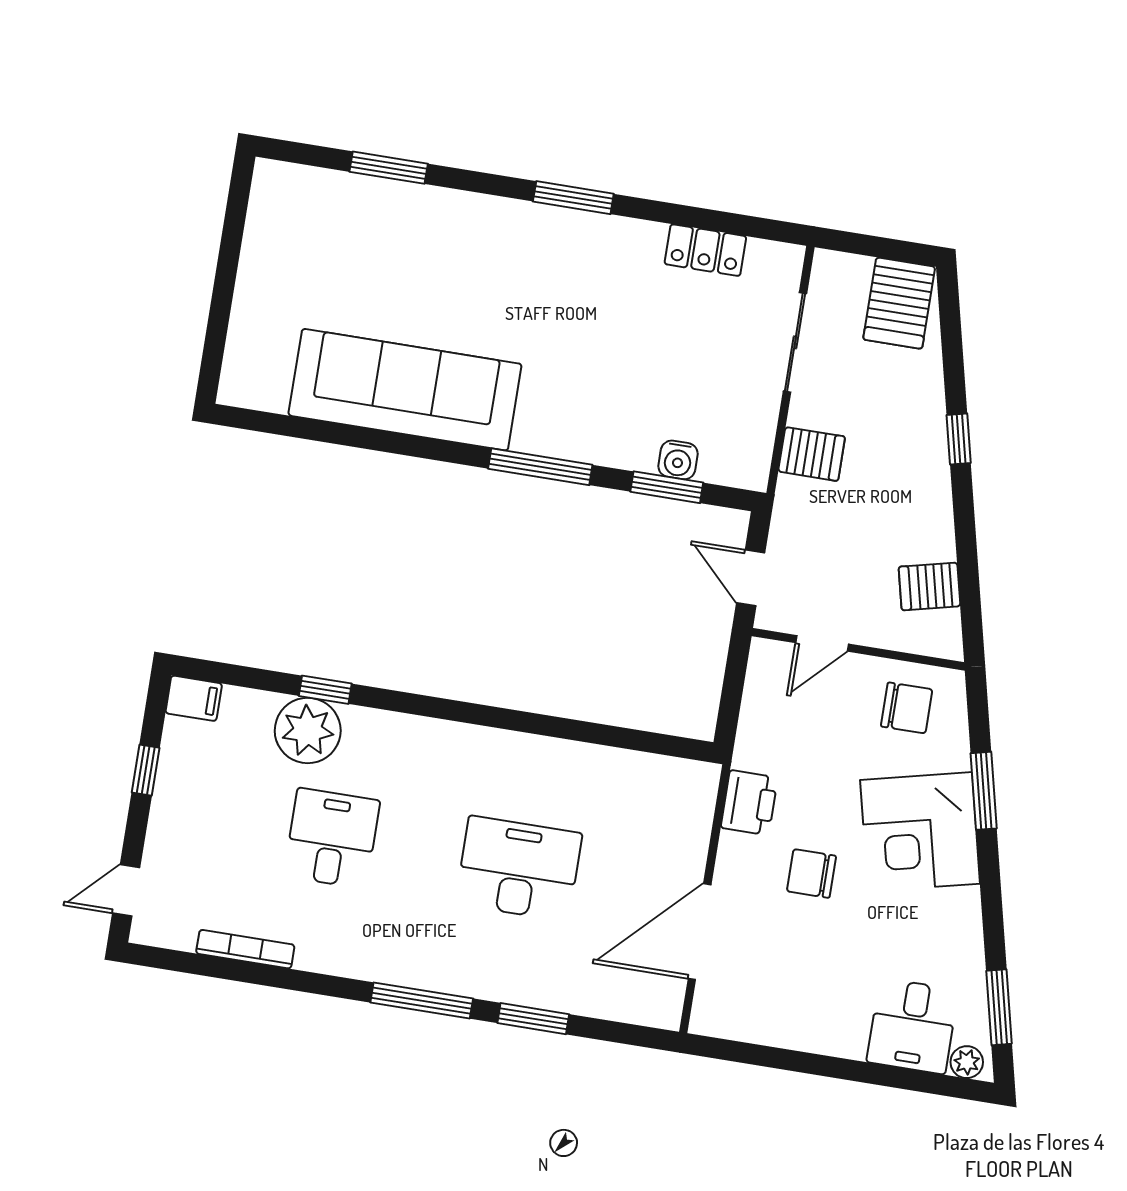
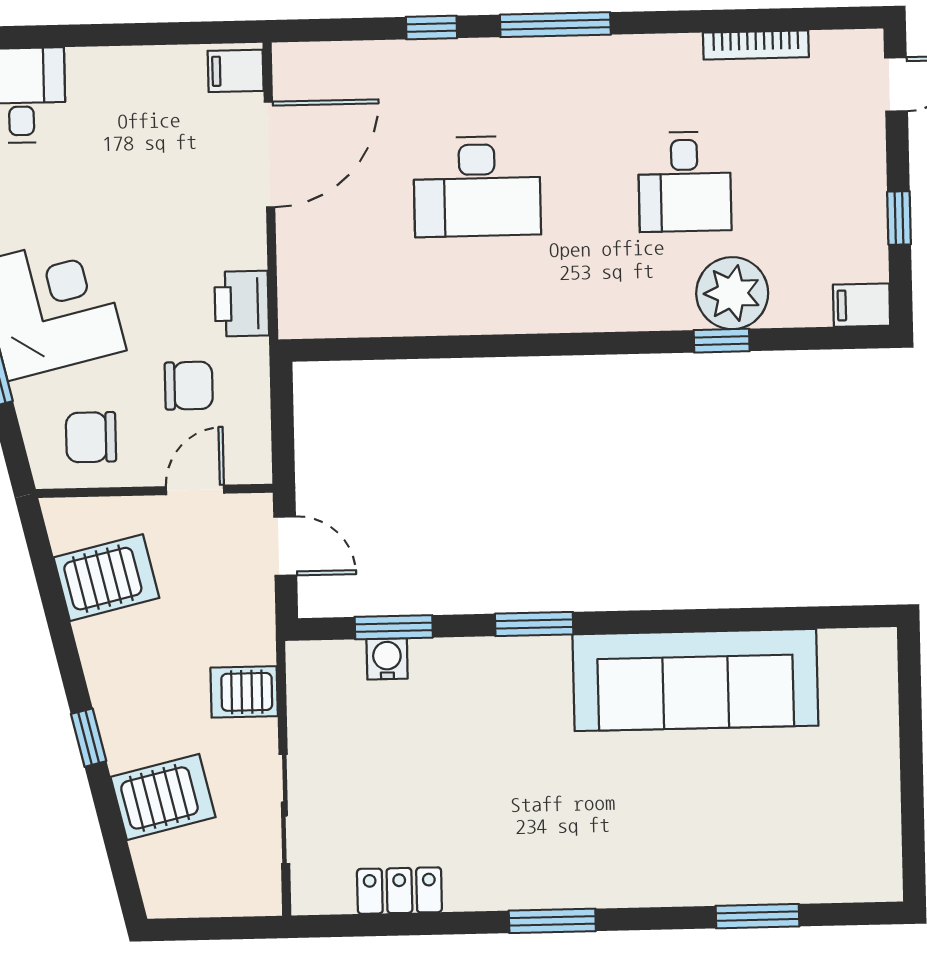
server rack: (899, 303) -> (163, 797), moved, turned 77
window: (540, 467) -> (534, 624), width x0.69
server rack: (930, 586) -> (106, 578), width x1.36, depth x1.44
chair: (811, 874) -> (189, 386), moved
filing cabinet: (716, 1012) -> (236, 71), added
window: (533, 1019) -> (431, 28), width x0.67

